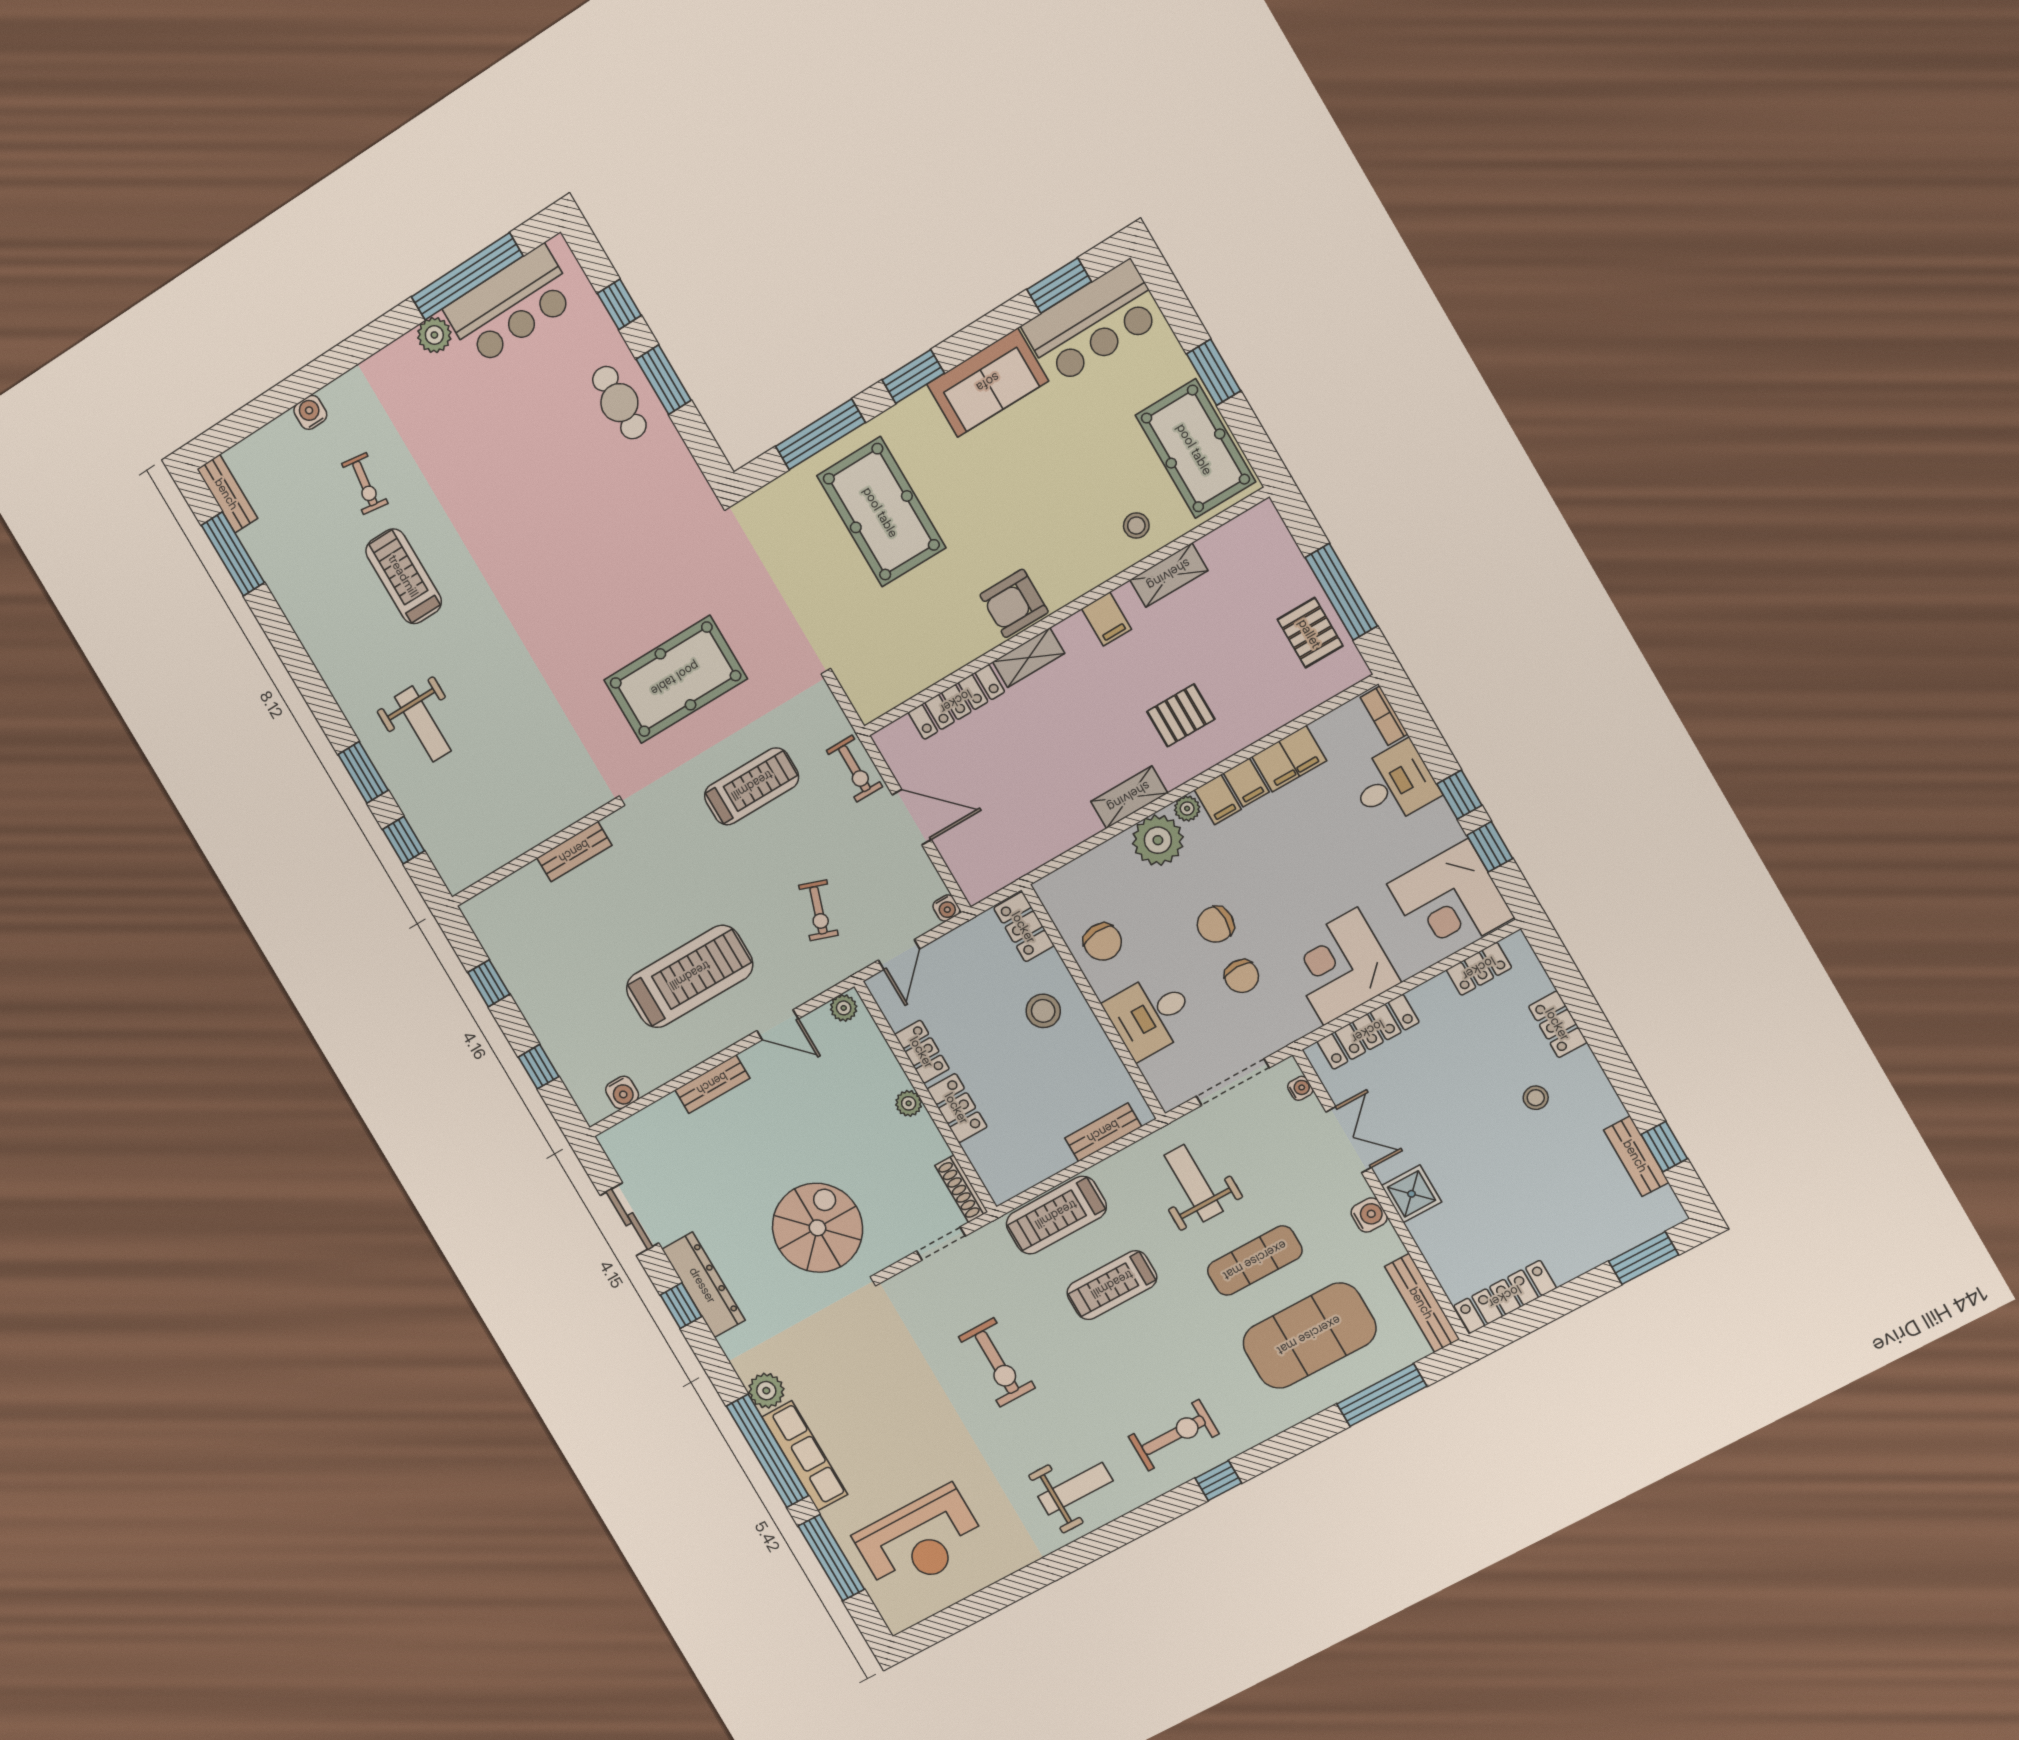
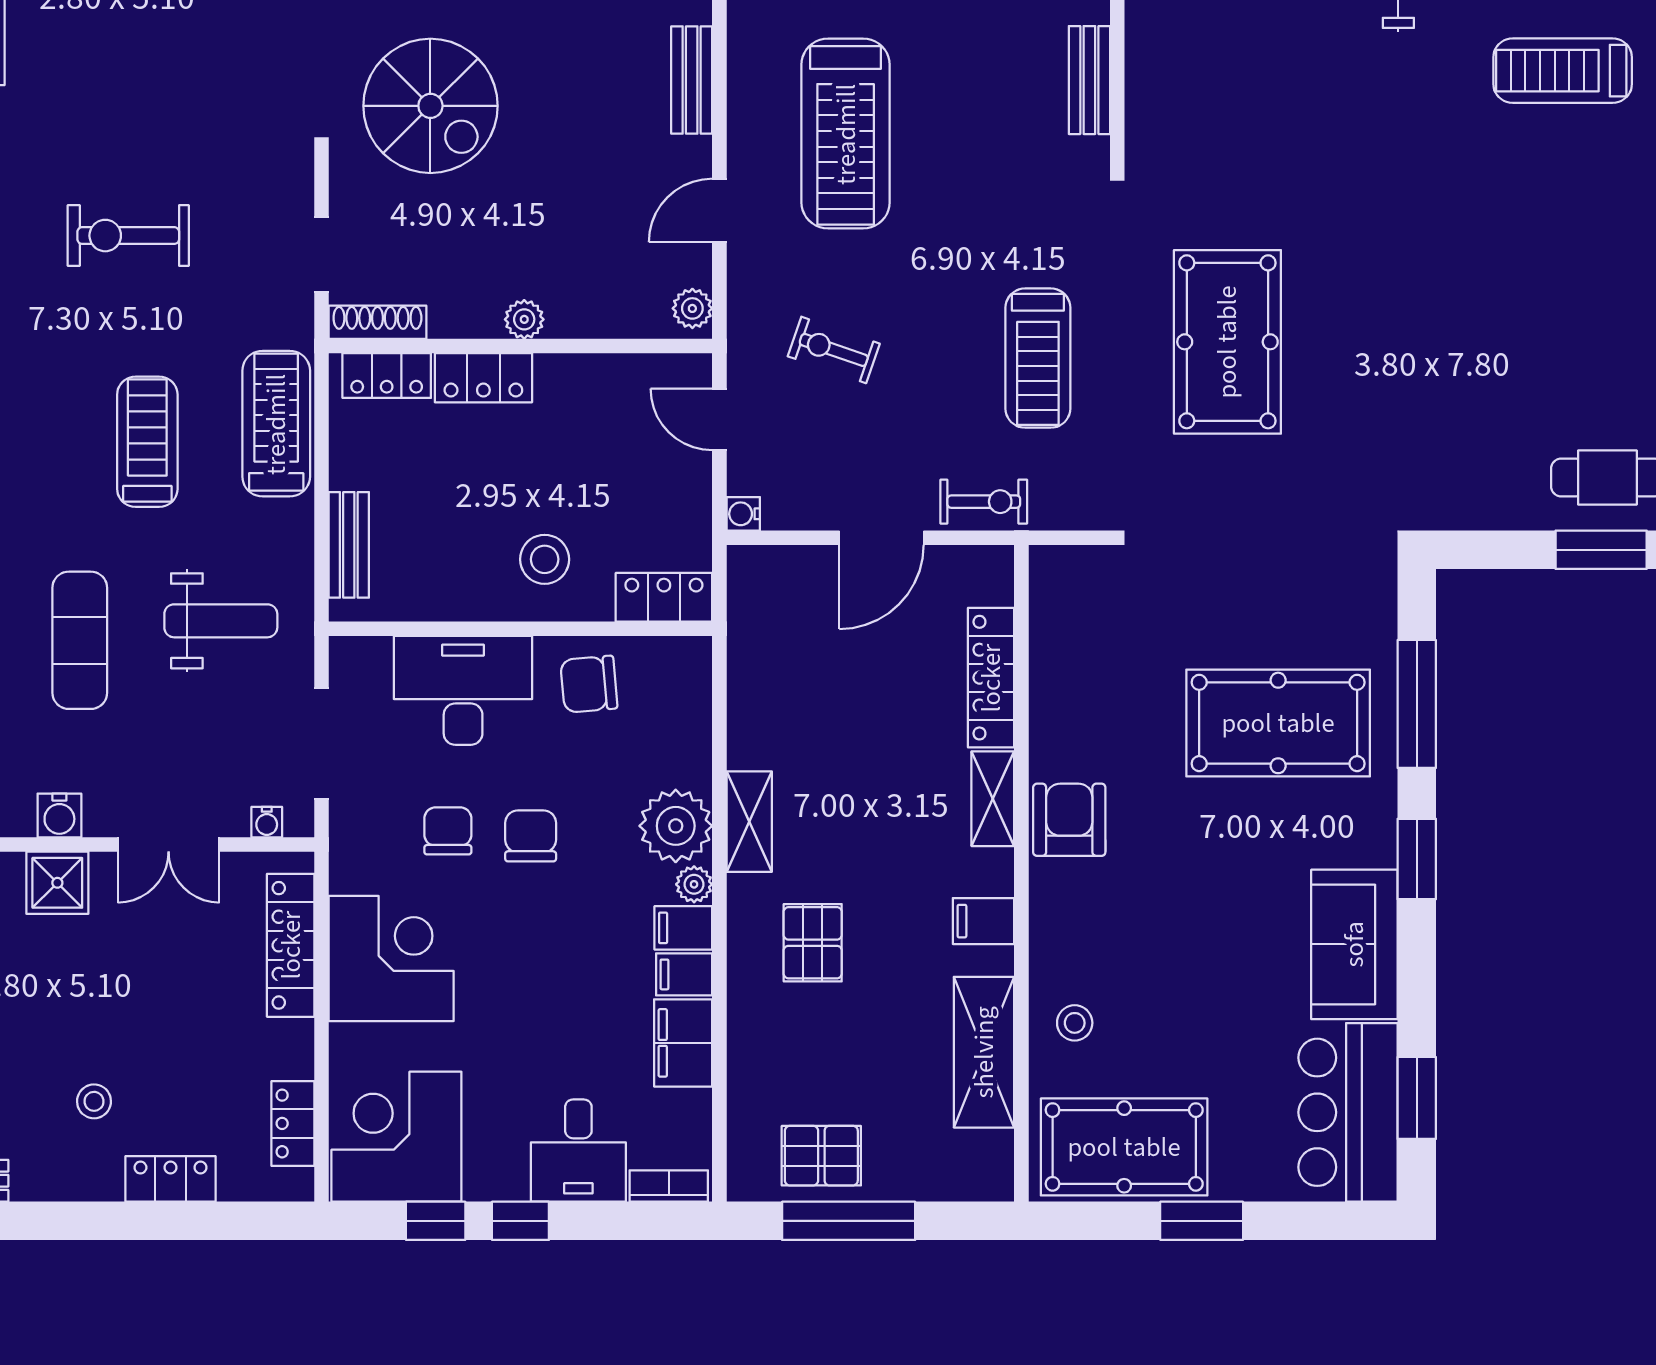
shelving: (1169, 575) -> (984, 1052), width x1.50, depth x1.33
treadmill: (404, 576) -> (1563, 71), turned 180
exercise bike: (854, 769) -> (984, 502), turned 180
chair: (1242, 976) -> (448, 831), turned 90
desk: (1151, 1015) -> (463, 690), width x1.37
locker: (922, 1052) -> (387, 376), moved

